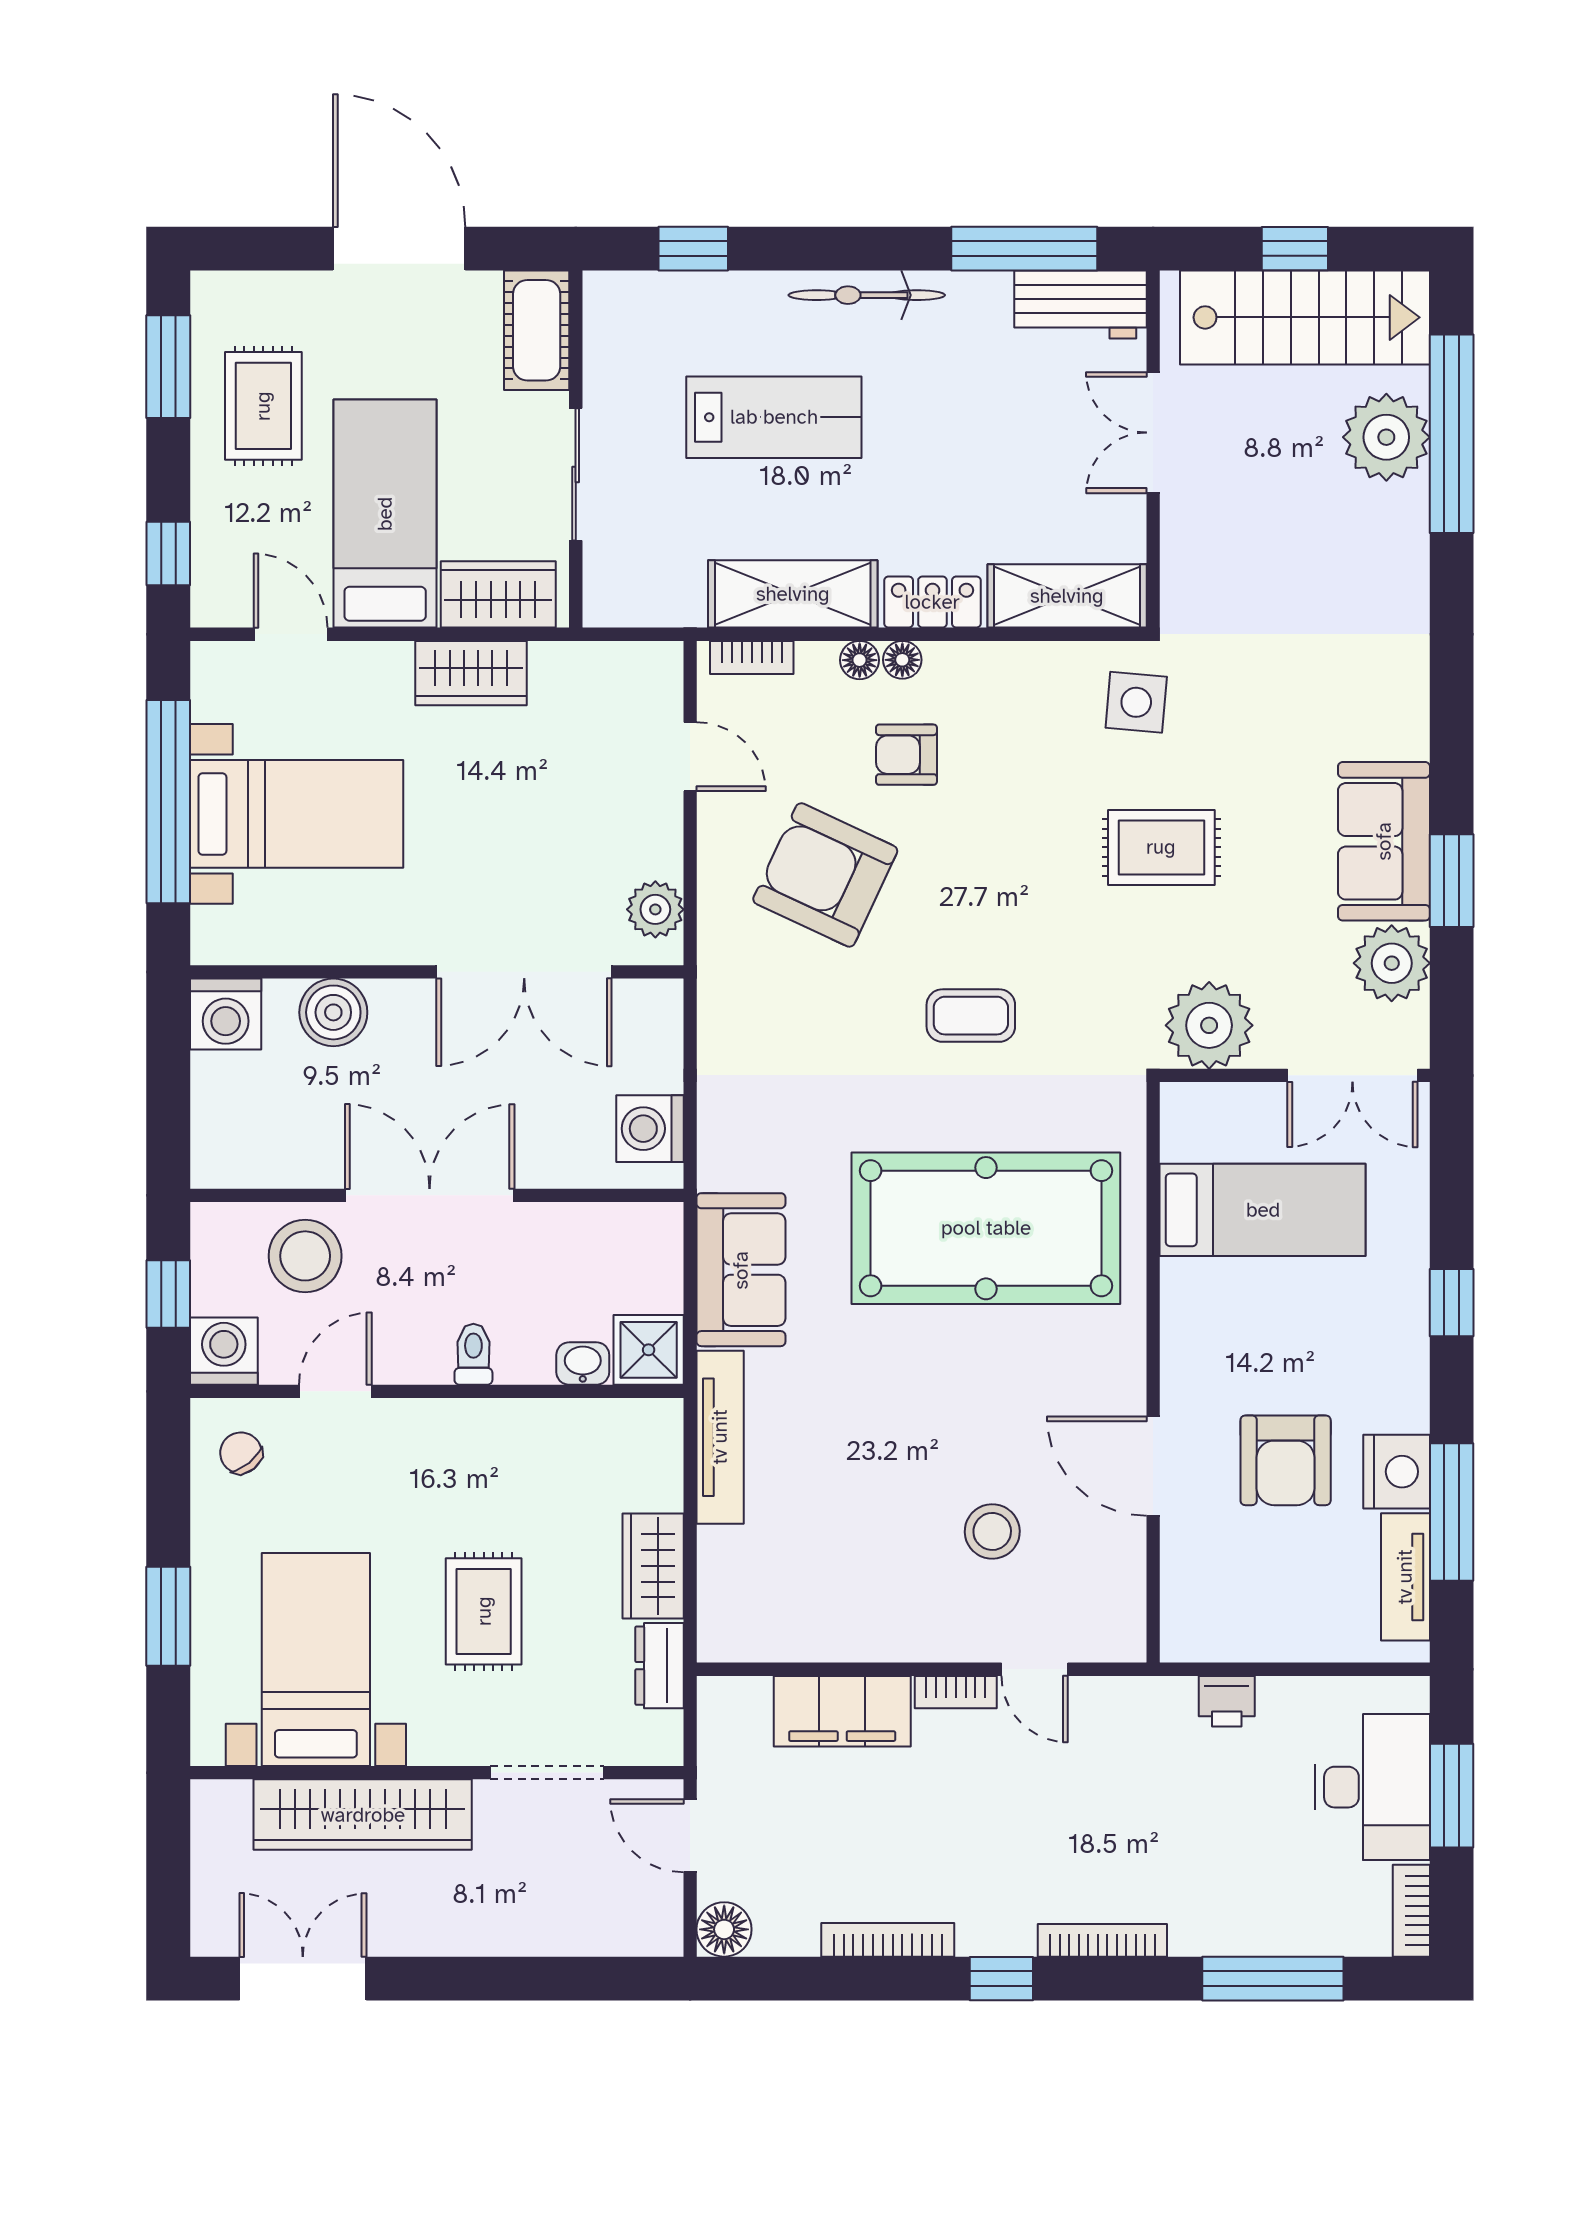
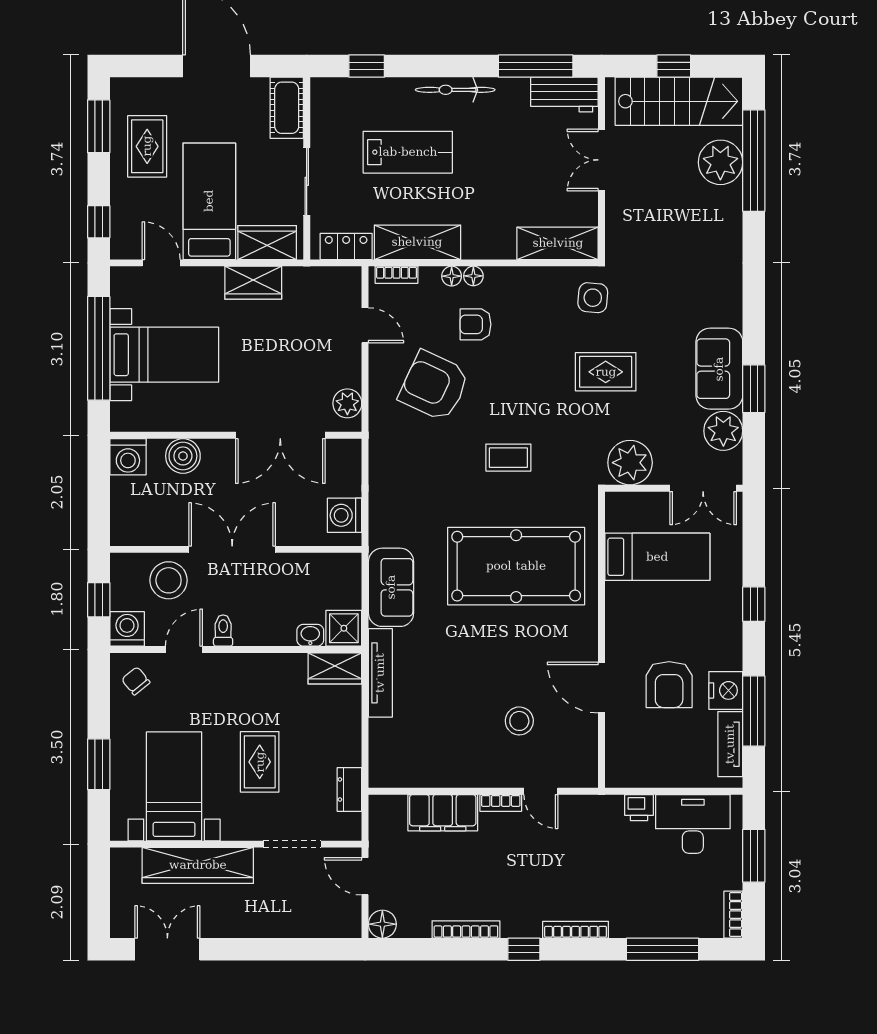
locker: (932, 602) -> (346, 246), moved
toilet: (473, 1354) -> (223, 630), moved
wardrobe: (653, 1566) -> (335, 668), moved, turned -90
desk: (1372, 1787) -> (693, 824), moved, turned -90

